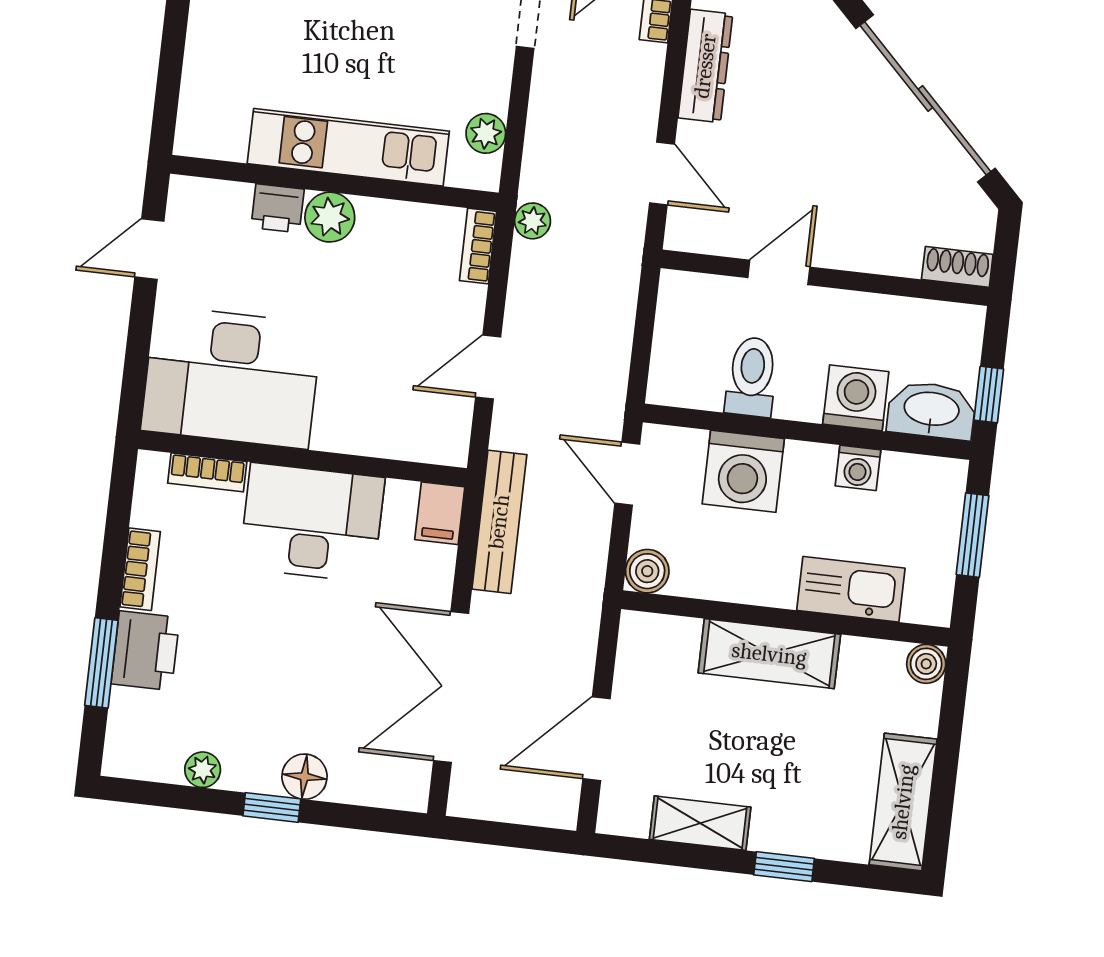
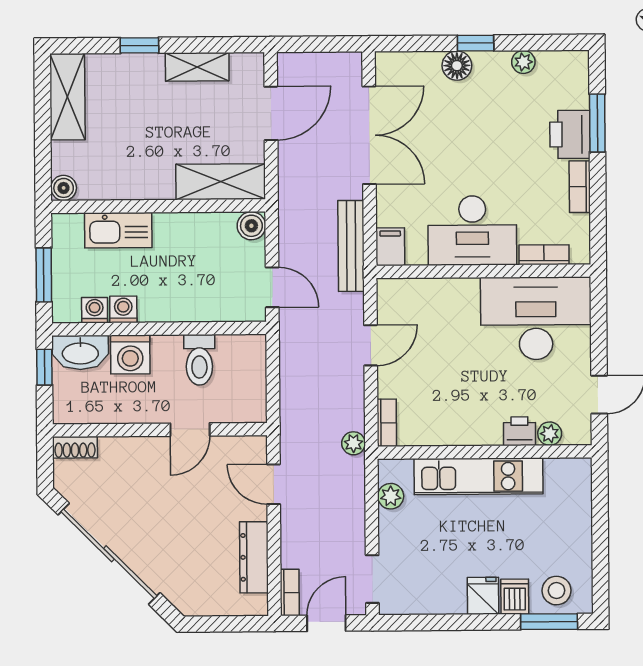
plant: (330, 217) -> (550, 434), moved, width x0.73, depth x0.73
washing machine: (743, 471) -> (95, 310), moved, width x0.53, depth x0.53
shelving: (769, 654) -> (221, 182), moved

